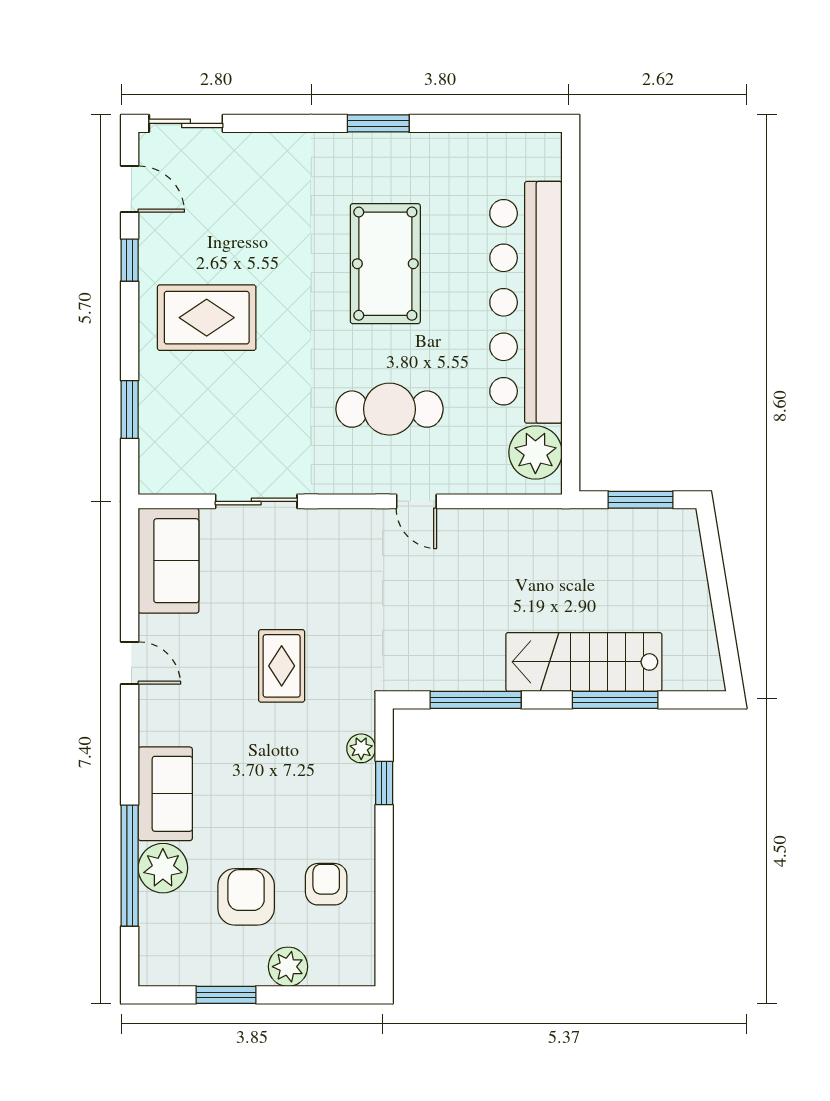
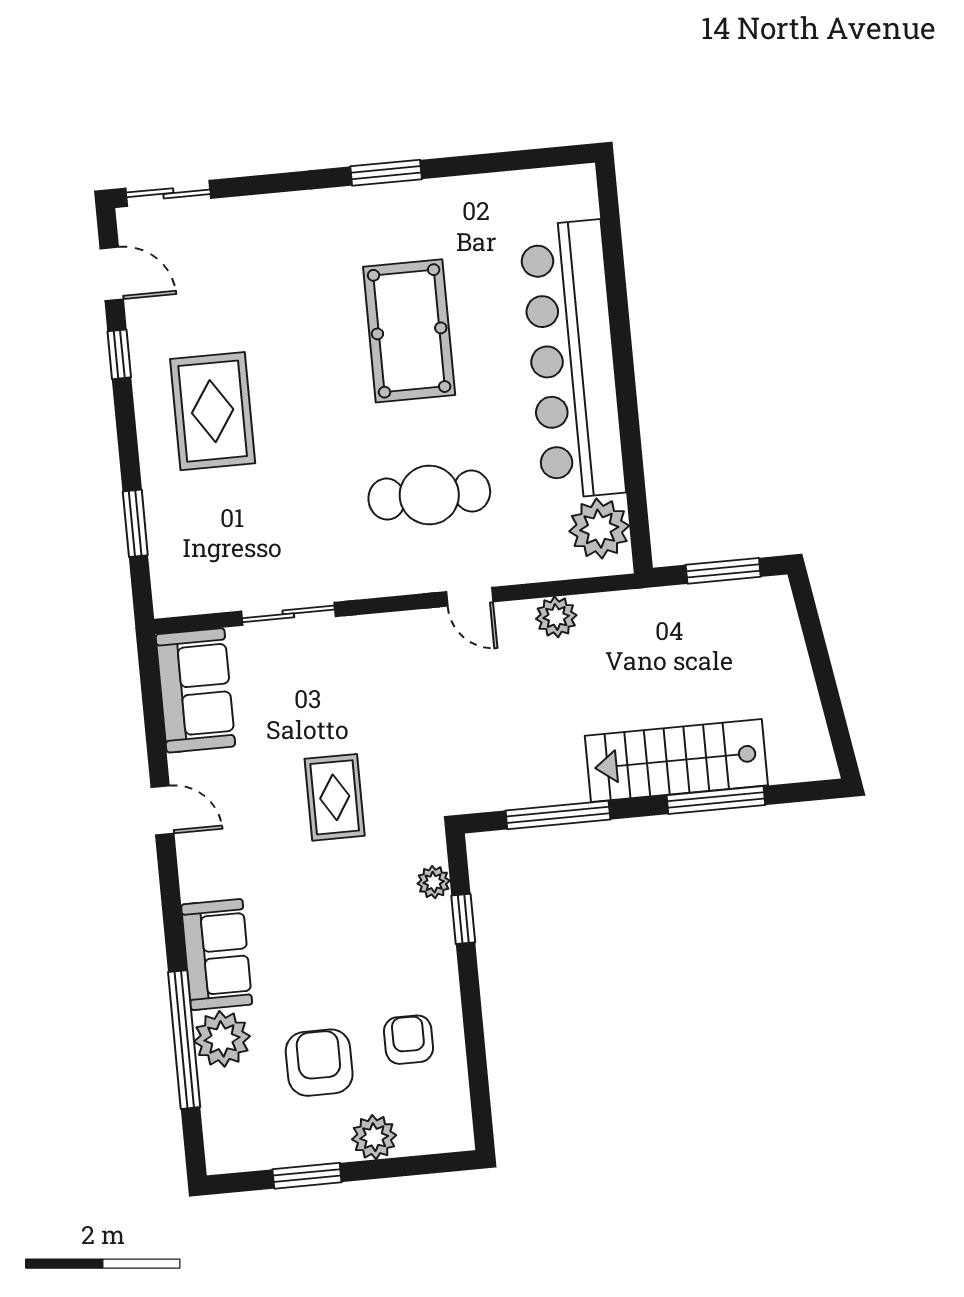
rug: (207, 318) -> (213, 411), turned 90
plant: (491, 526) -> (556, 617), added

